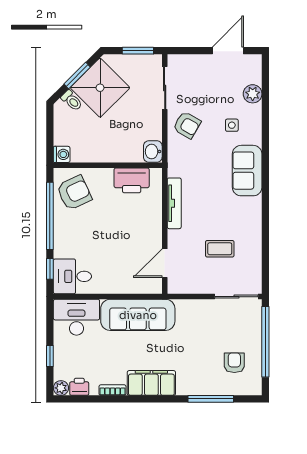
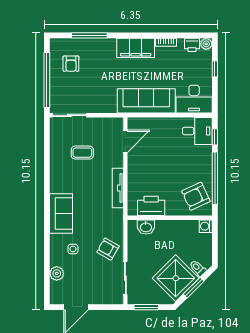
washbasin: (153, 152) -> (146, 227), moved, turned 90

